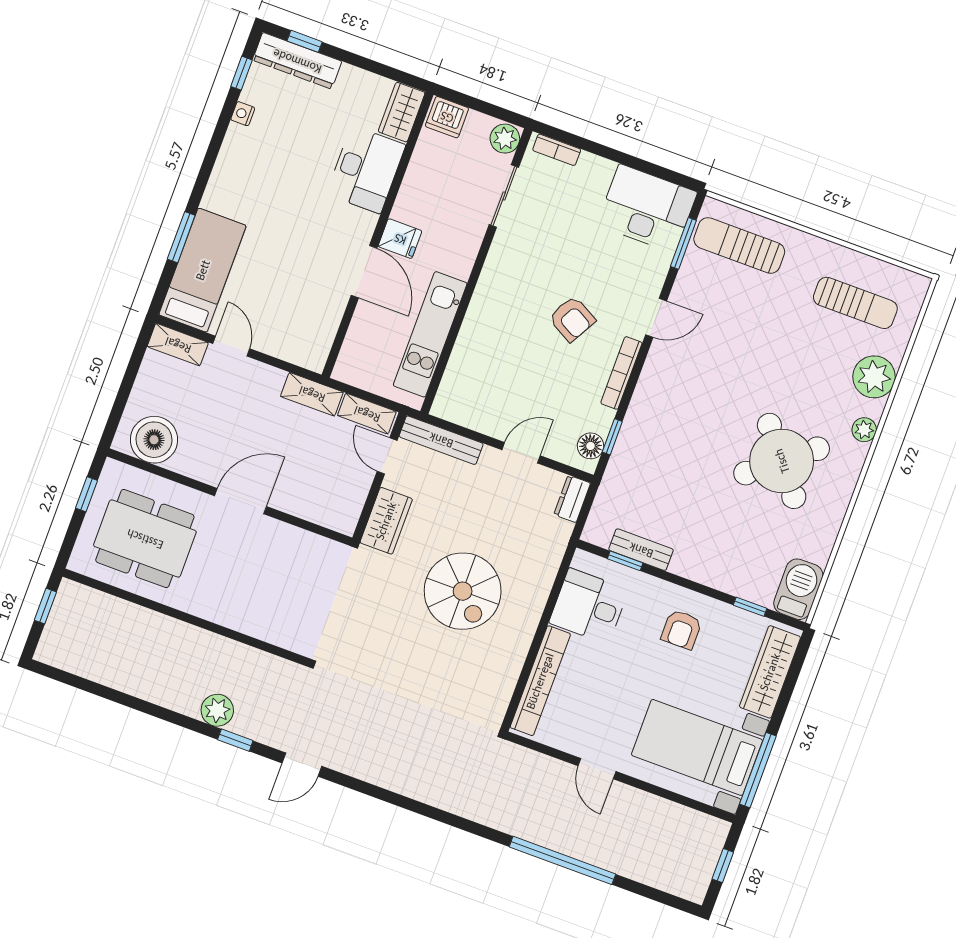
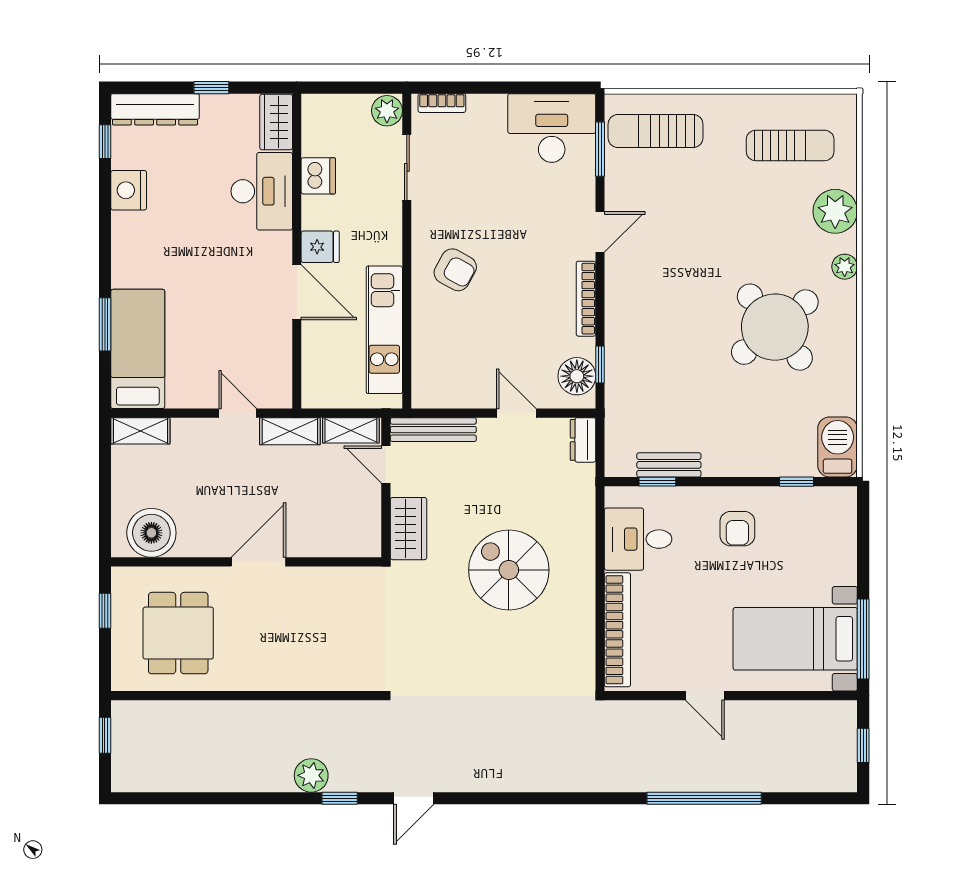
window: (305, 41) -> (211, 88), moved
nightstand: (243, 114) -> (129, 190), width x1.89, depth x1.79
dishwasher: (447, 117) -> (318, 176), moved, turned -90
armchair: (572, 319) -> (455, 270), moved
door: (231, 346) -> (238, 413), moved
floor lamp: (591, 446) -> (577, 376), width x1.38, depth x1.38
door: (521, 453) -> (516, 413), hinge flipped
dining table: (145, 539) -> (178, 633), width x0.73
spiral stairs: (463, 591) -> (509, 570), turned 180
wardrobe: (770, 672) -> (840, 538), removed

